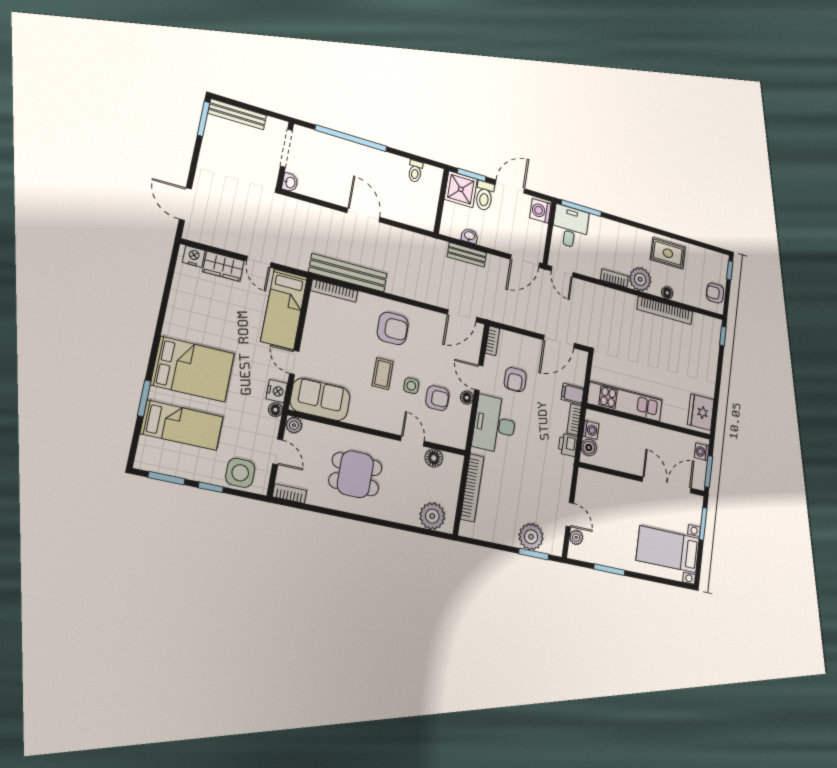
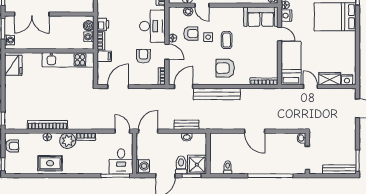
bench: (348, 273) -> (217, 94), moved
armchair: (437, 398) -> (191, 34), turned 180
plant: (436, 436) -> (188, 11), added

